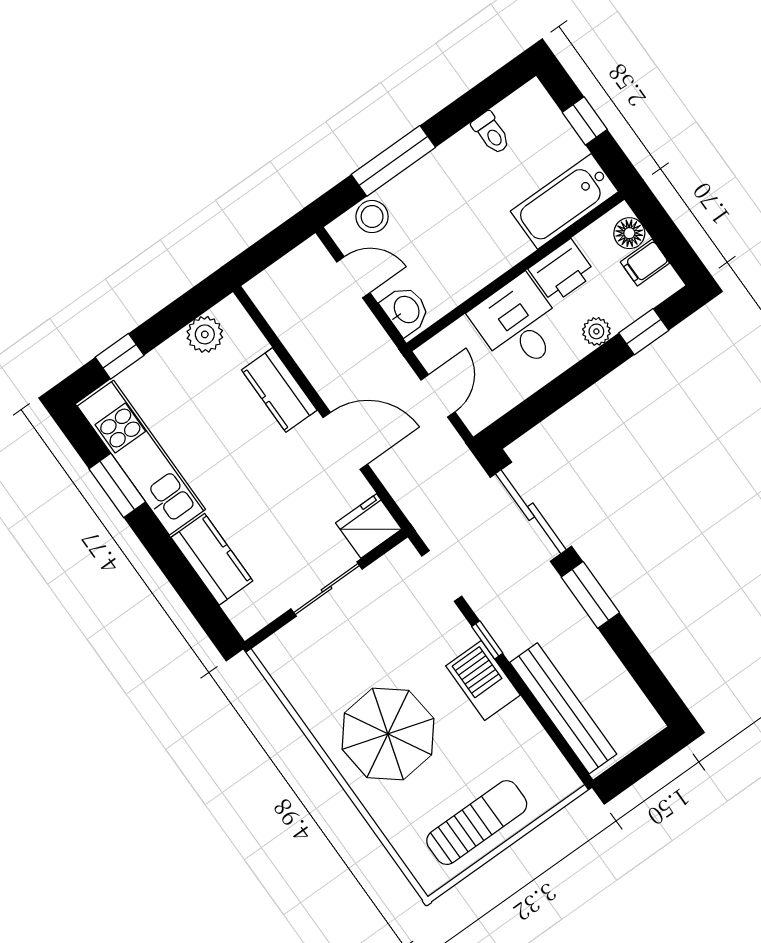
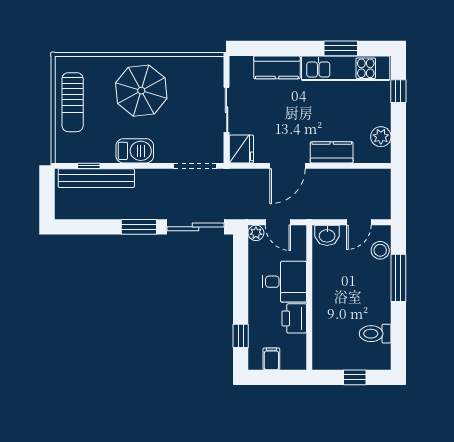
toilet: (491, 133) -> (375, 334), width x1.37, depth x1.39
bathtub: (564, 201) -> (325, 342), removed
floor lamp: (629, 233) -> (290, 361), removed
plant: (596, 331) -> (256, 233), moved
doorway: (442, 576) -> (195, 166), width x1.38
window: (487, 640) -> (89, 166), moved

